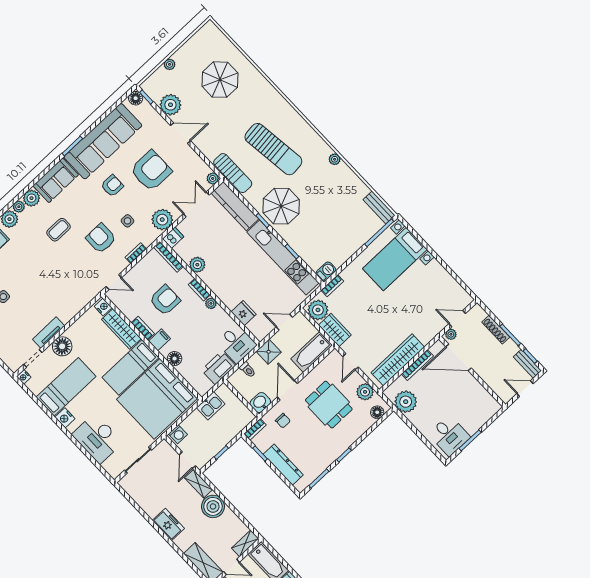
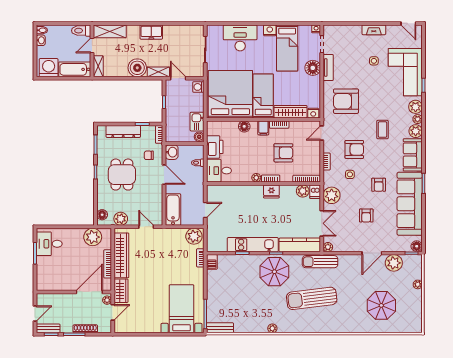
armchair: (151, 171) -> (366, 216), width x0.53, depth x0.53
kitchen unit: (283, 258) -> (253, 245), width x0.73
plant: (197, 265) -> (303, 191), moved
armchair: (64, 287) -> (346, 101), added
armchair: (165, 300) -> (283, 153), turned -90
fridge: (244, 313) -> (271, 191), moved
wardrobe: (335, 330) -> (121, 291), moved, turned -90
shower: (269, 352) -> (197, 185), removed
boiler: (223, 391) -> (199, 137), added
dining table: (329, 405) -> (122, 175), moved, turned 90

